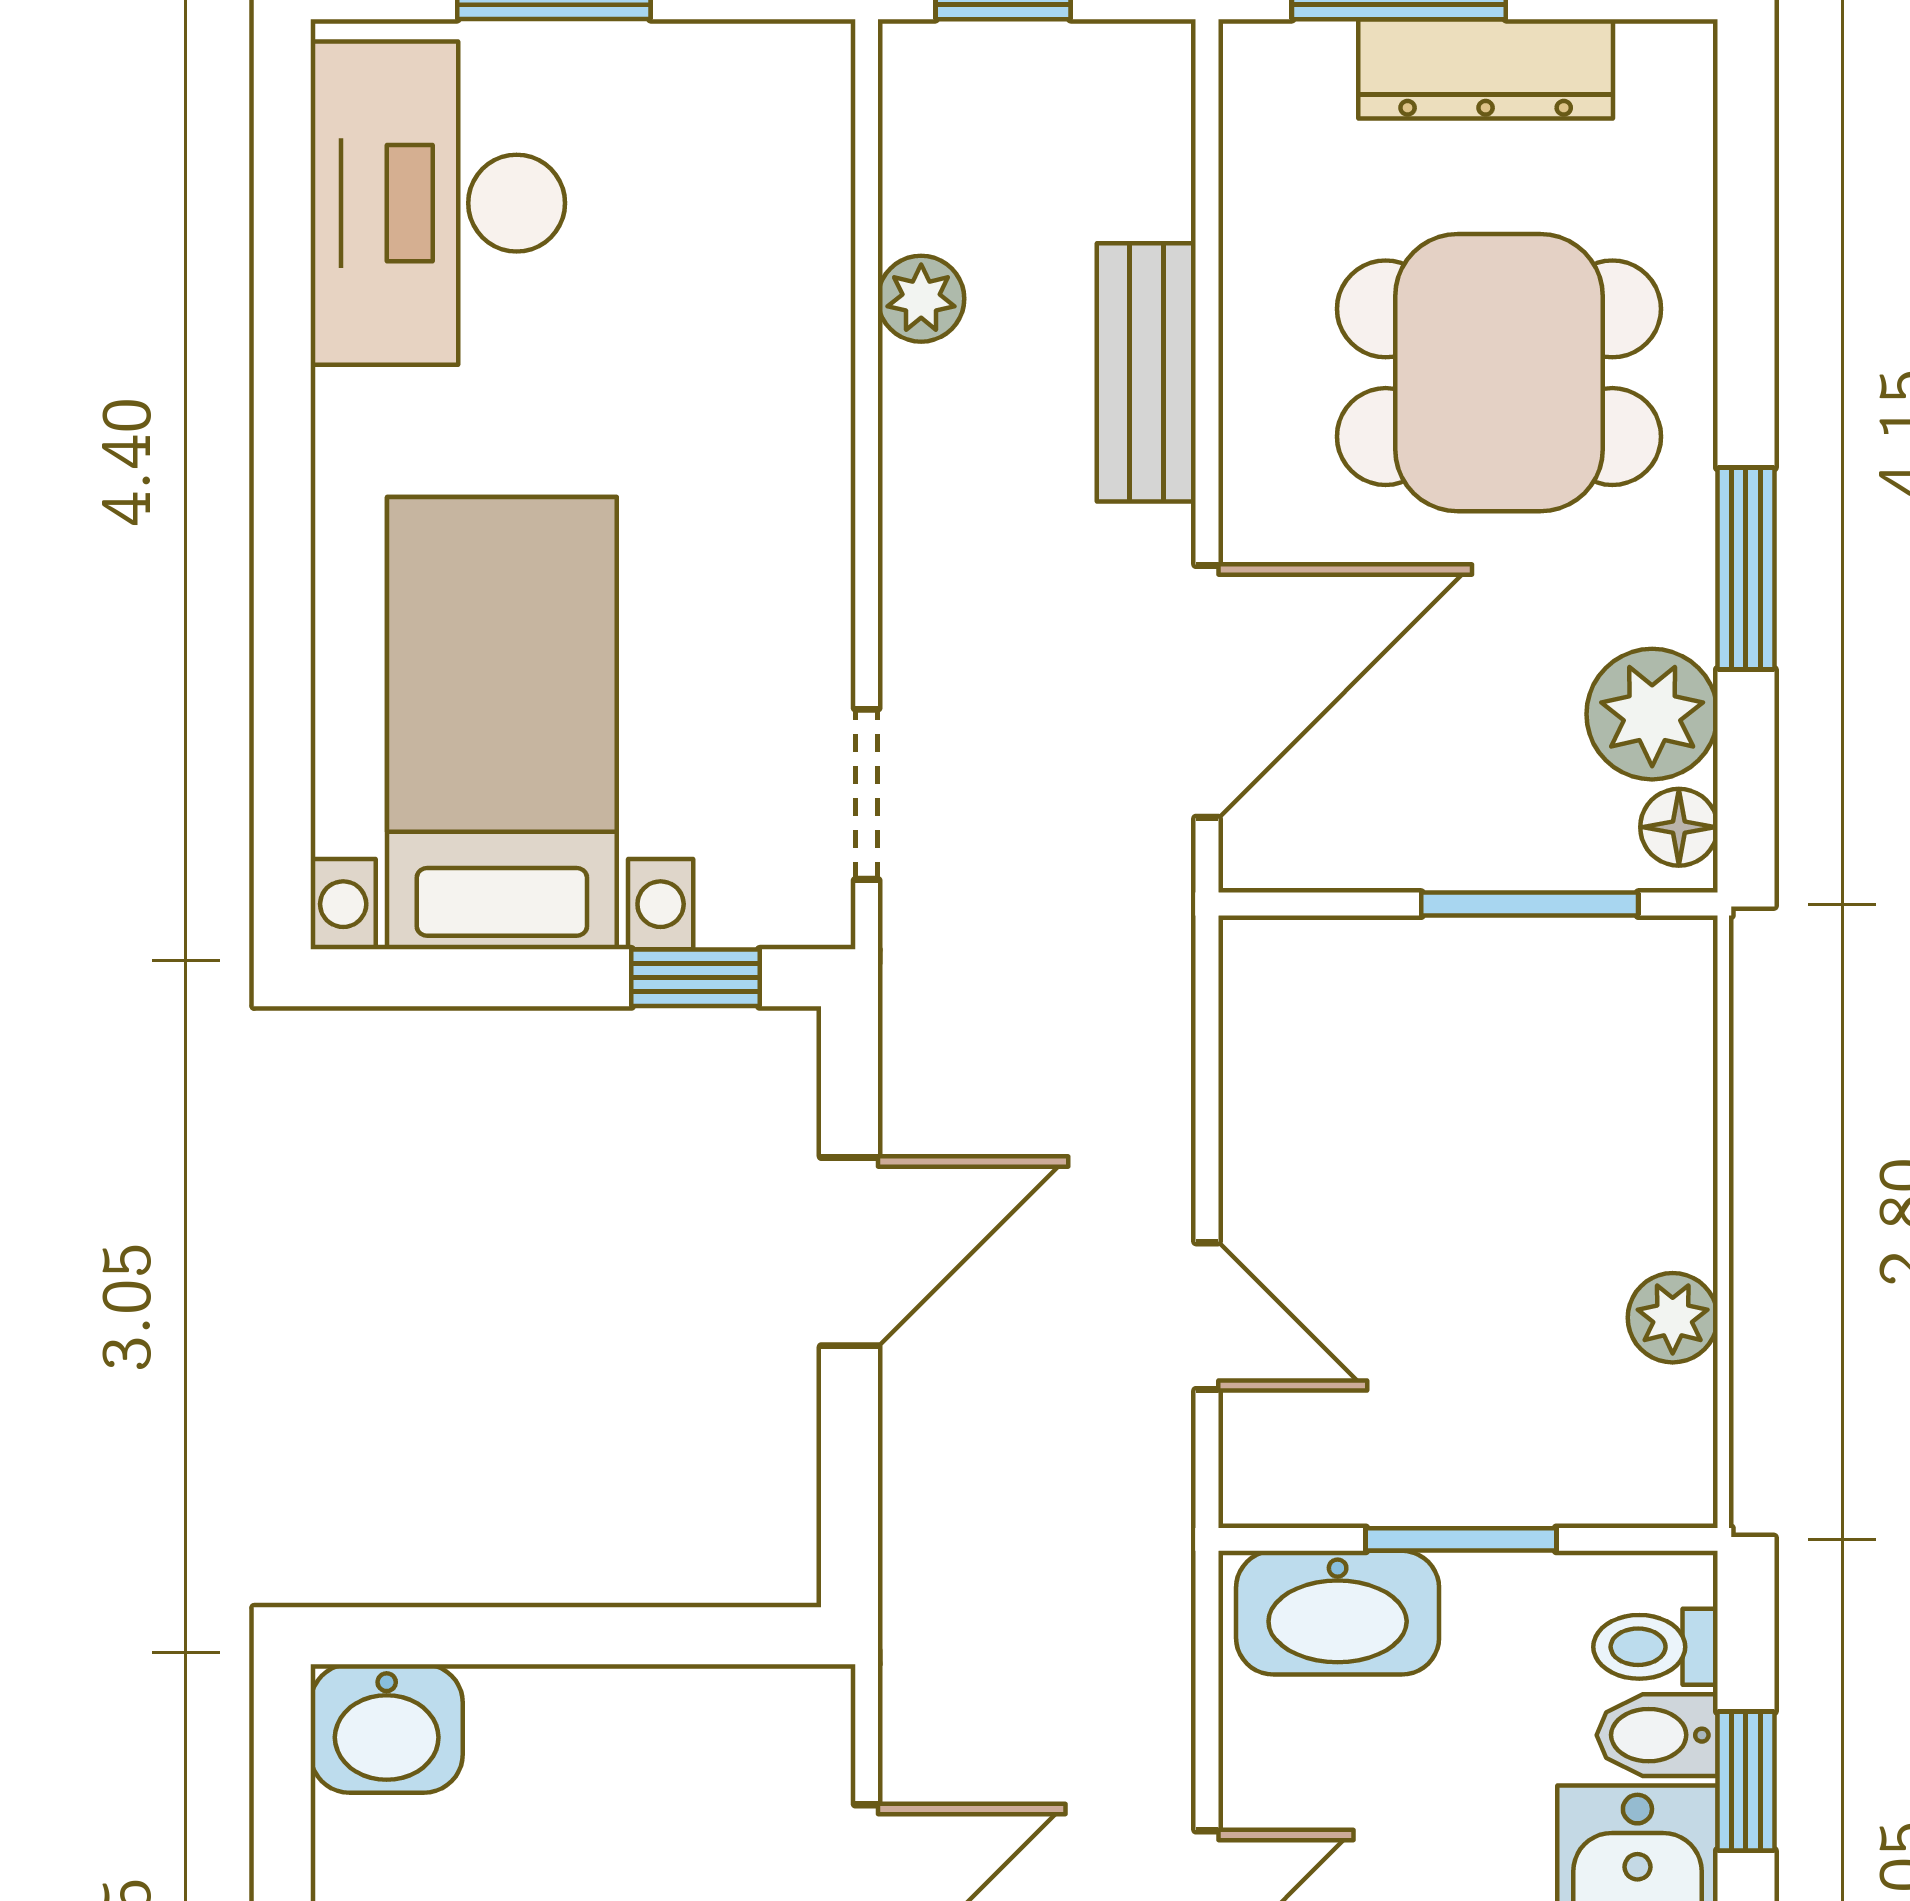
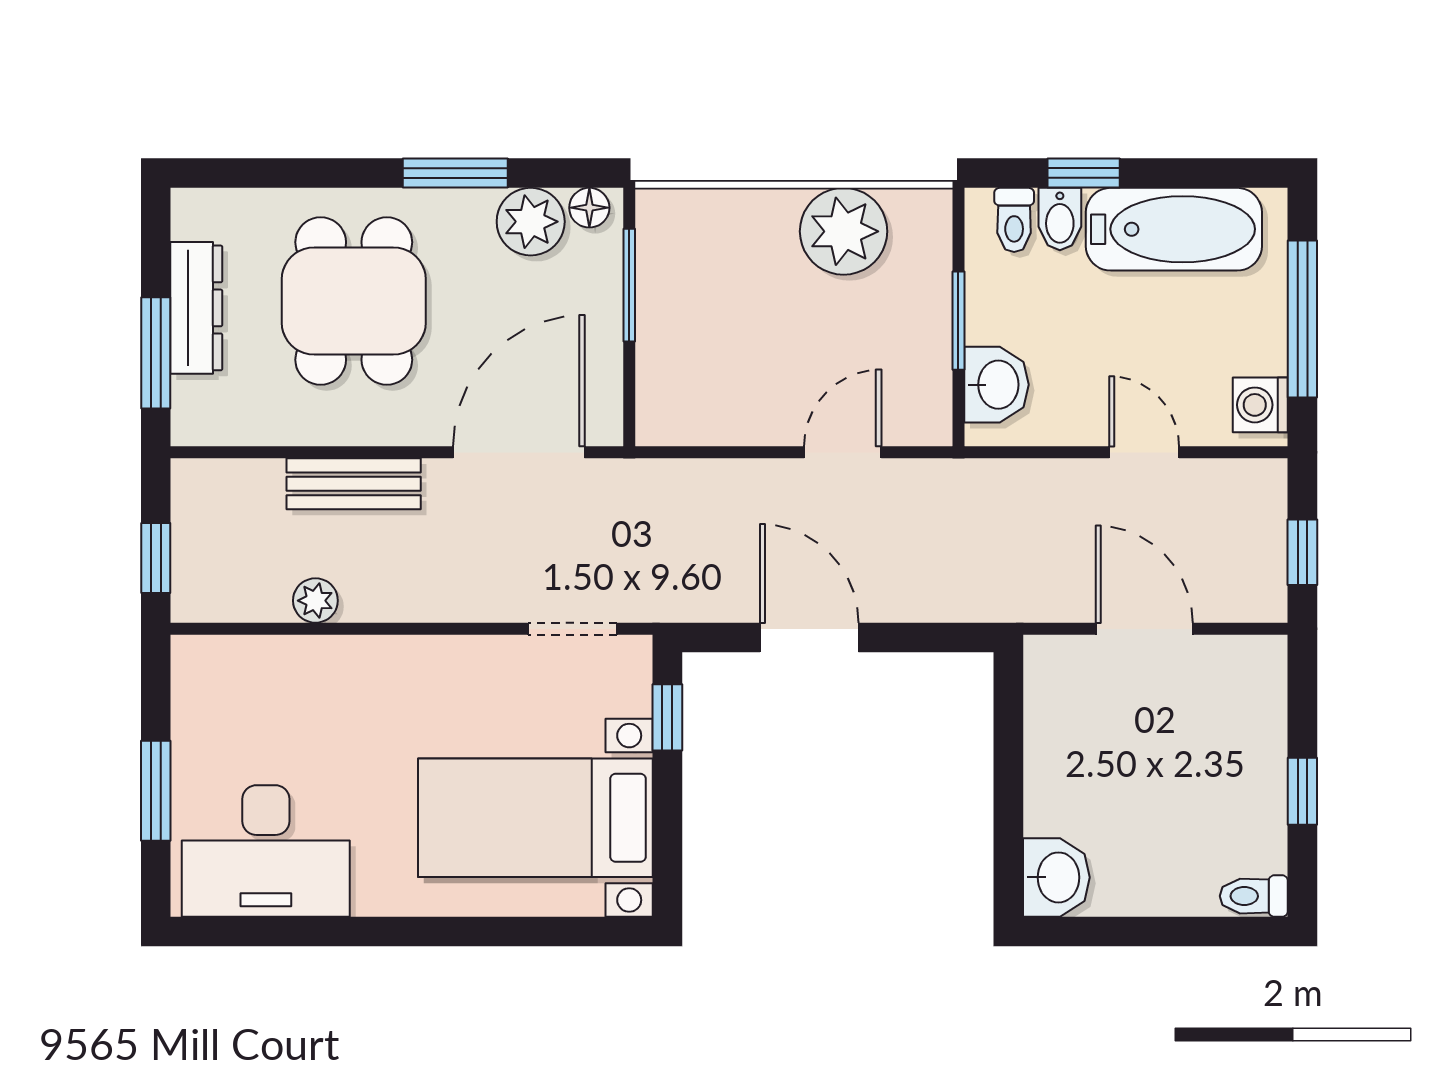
door: (1207, 691) -> (519, 452), hinge flipped
plant: (1673, 1318) -> (844, 231), width x1.87, depth x1.87
washbasin: (1338, 1613) -> (996, 385), width x0.72

